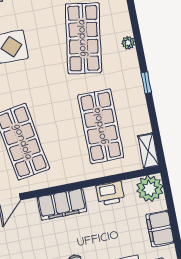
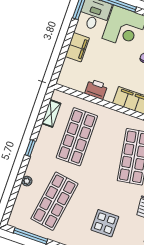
shelving: (148, 151) -> (51, 113), moved
plant: (150, 189) -> (69, 77), removed

